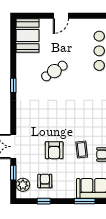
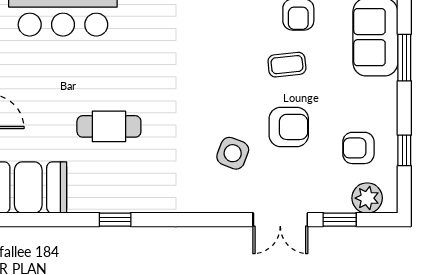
cafe table: (54, 71) -> (109, 126), turned -57
window: (13, 85) -> (115, 220), moved
side table: (43, 126) -> (233, 153), added

